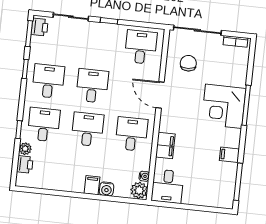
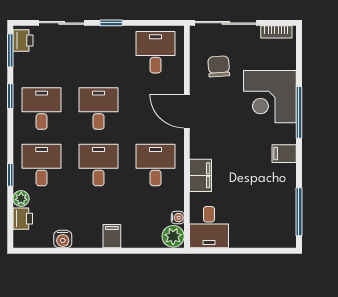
corner desk: (224, 106) -> (270, 97), moved
filing cabinet: (229, 155) -> (284, 154), moved
water cooler: (107, 189) -> (63, 239), moved

